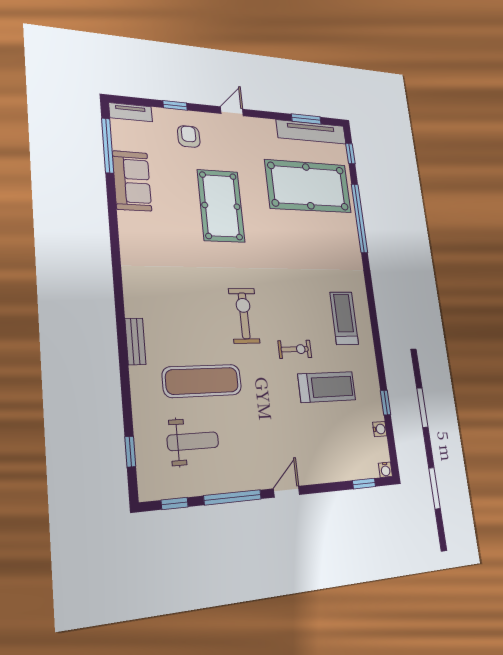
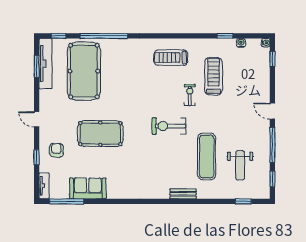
armchair: (189, 137) -> (56, 150), turned 90
weight bench: (193, 441) -> (240, 165), turned 180

